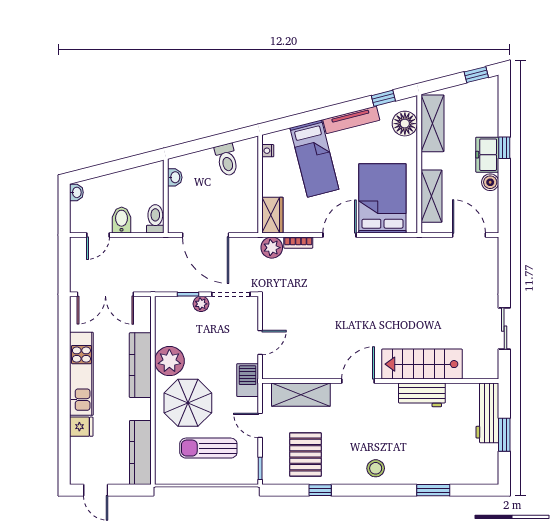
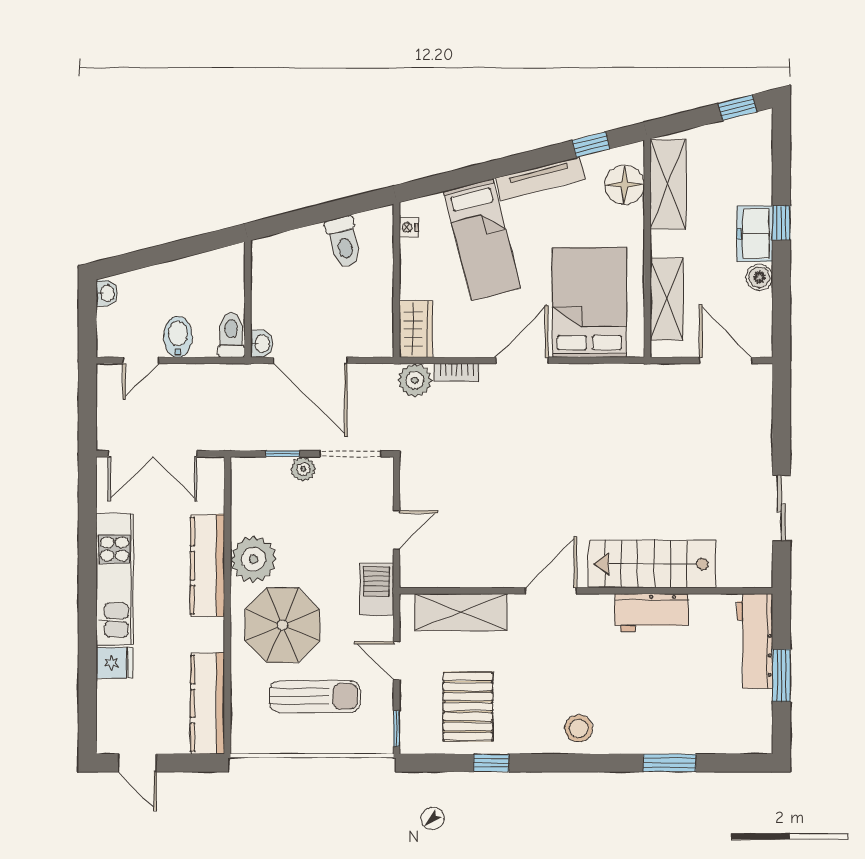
washbasin: (175, 177) -> (262, 344), moved
sun lounger: (208, 448) -> (315, 696), turned 180

